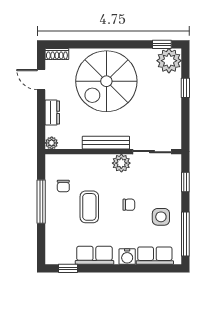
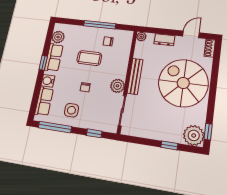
plant: (65, 256) -> (58, 37), added
window: (68, 268) -> (43, 63), moved

